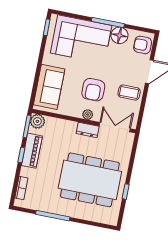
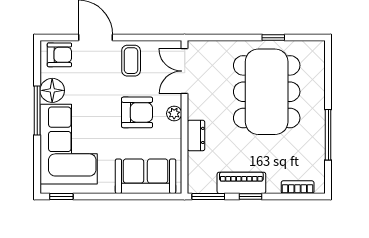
armchair: (143, 45) -> (59, 55), turned -90
plant: (37, 121) -> (198, 183), removed
dresser: (88, 130) -> (196, 135), moved

